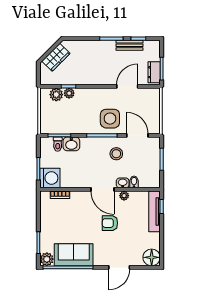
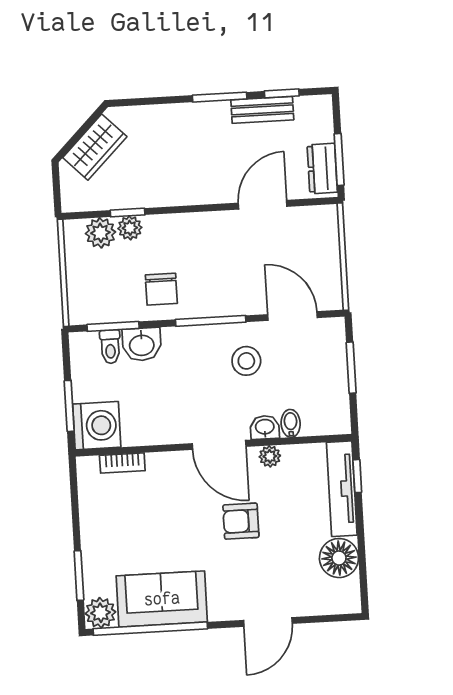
side table: (110, 119) -> (227, 281), removed
chair: (81, 120) -> (161, 289), added
floor lamp: (152, 257) -> (339, 558), moved

